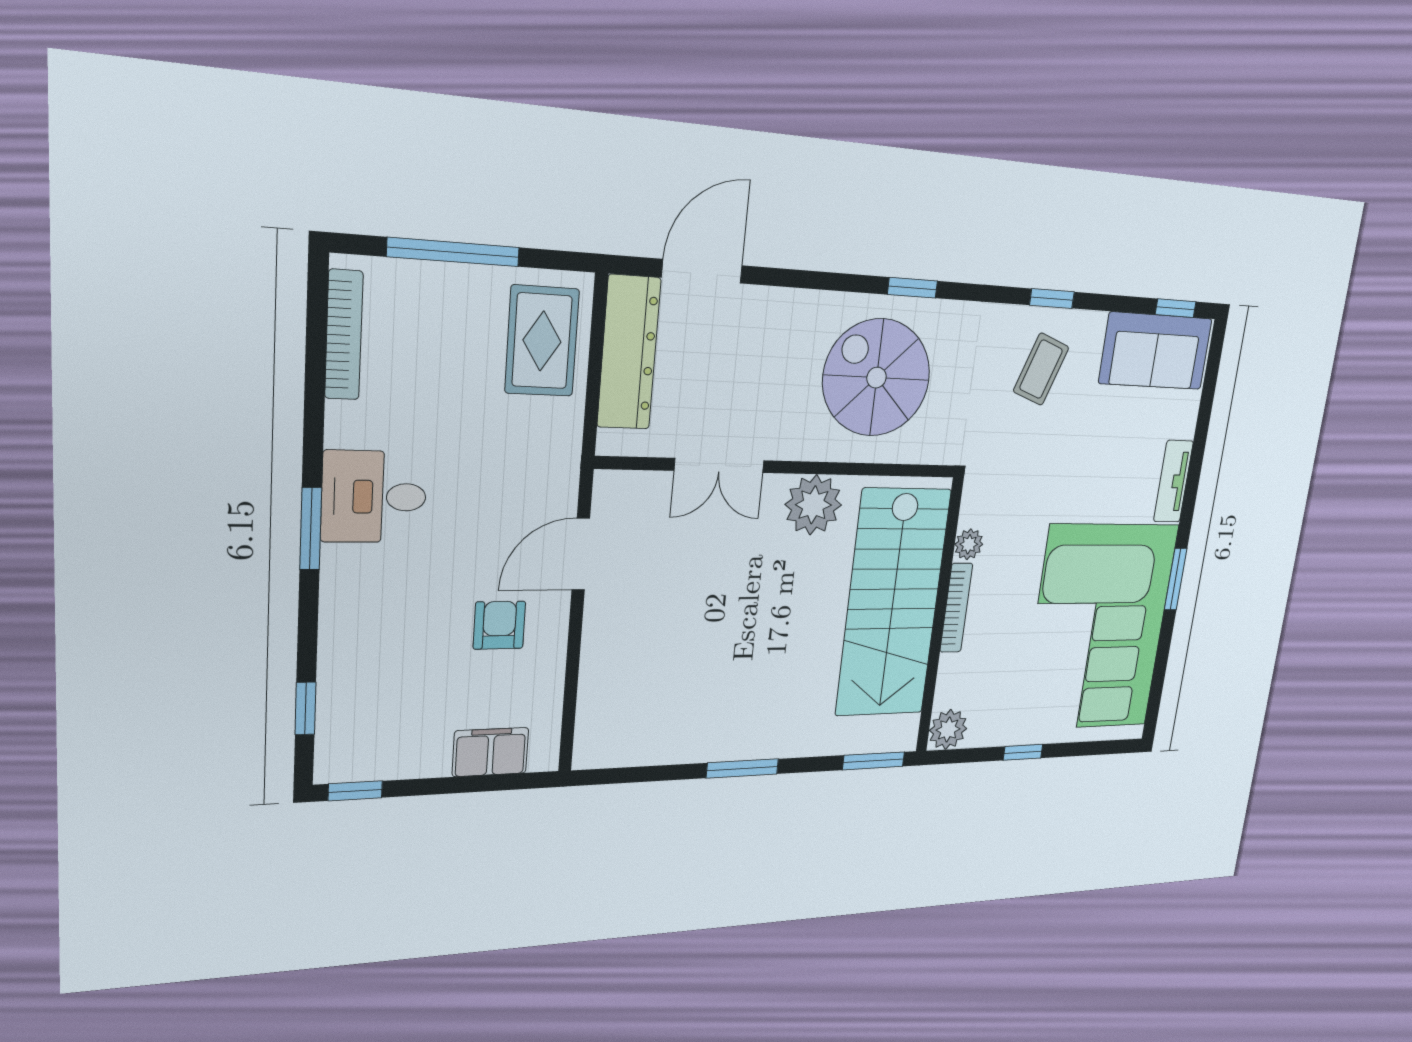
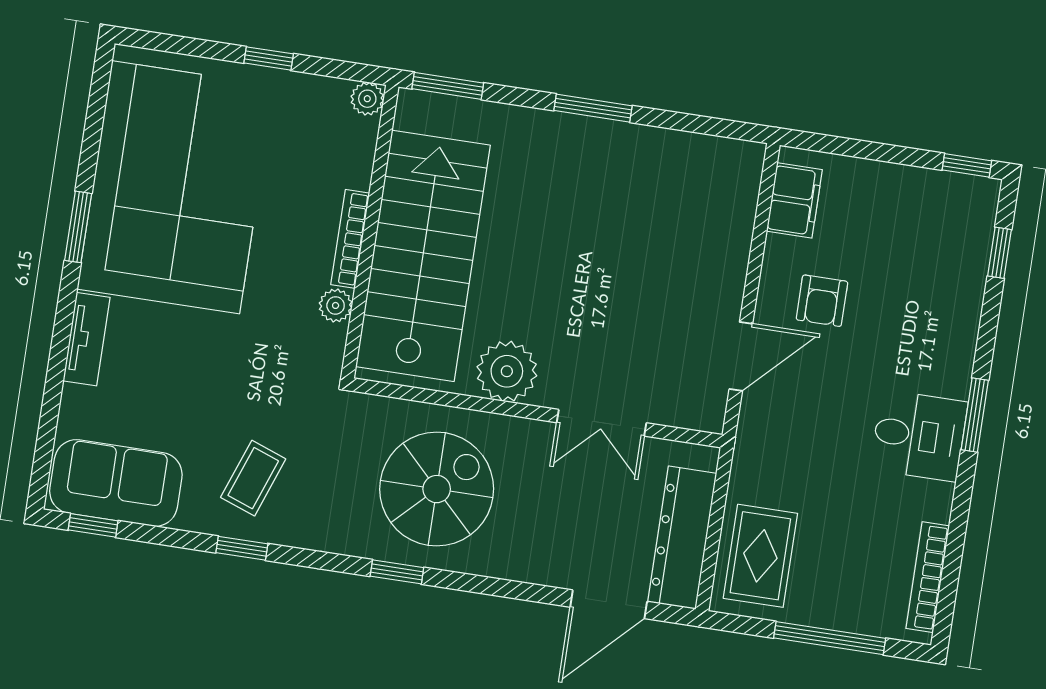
spiral stairs: (876, 378) -> (437, 489), turned -90
double door: (719, 466) -> (602, 423), swing flipped
plant: (948, 730) -> (367, 99), width x0.73, depth x0.73
filing cabinet: (491, 752) -> (794, 200), moved, turned -90

